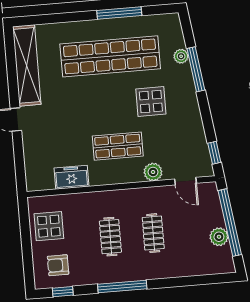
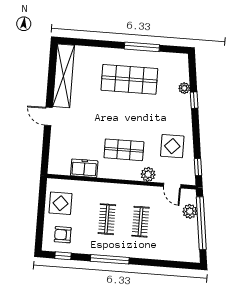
shop shelf: (110, 56) -> (129, 79), width x0.71
window: (196, 69) -> (194, 100), width x0.46
display table: (151, 102) -> (172, 146), moved
plant: (219, 237) -> (190, 211), moved

